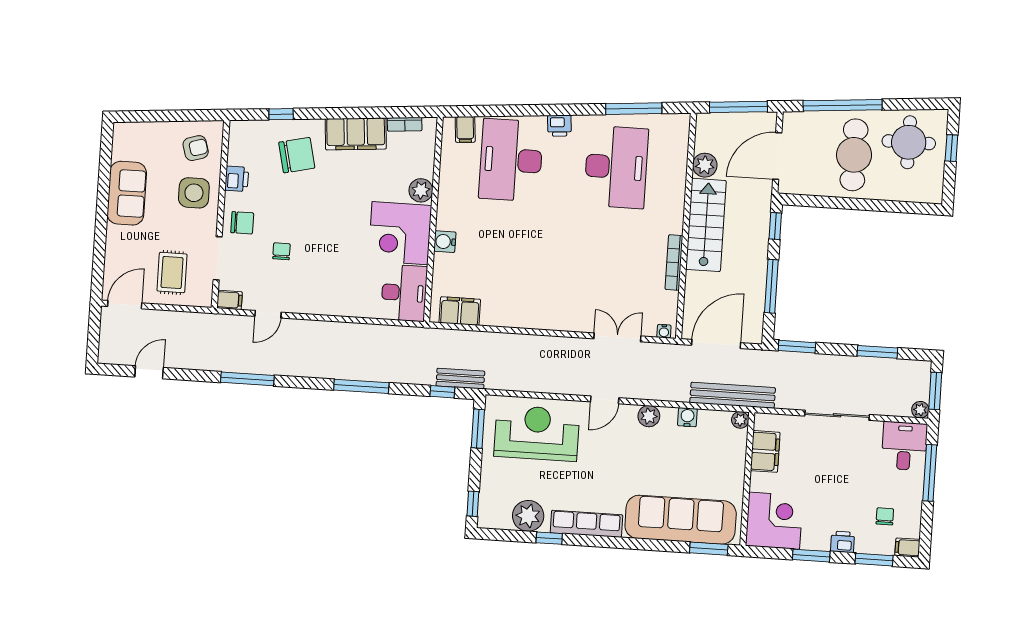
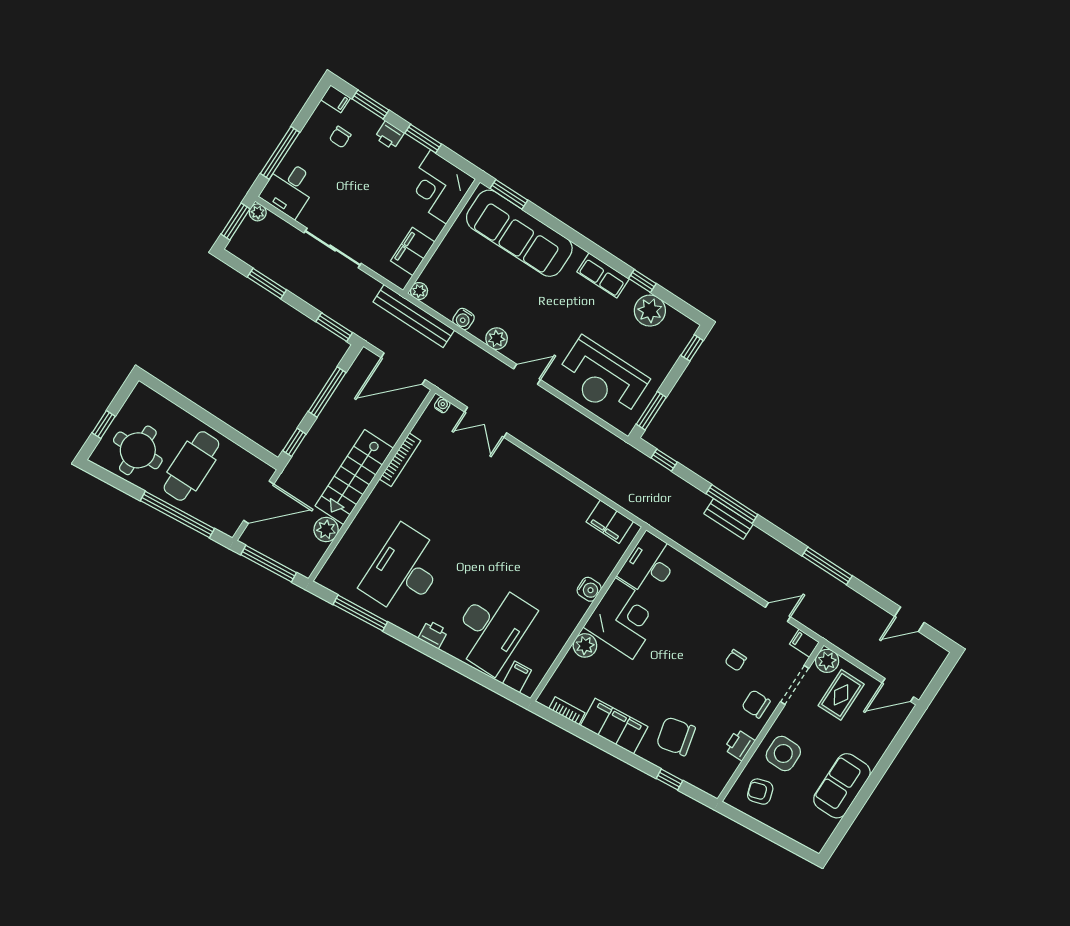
plant: (201, 295) -> (827, 661), added
bench: (460, 379) -> (728, 519), moved
row of seats: (586, 524) -> (603, 275), width x0.68

